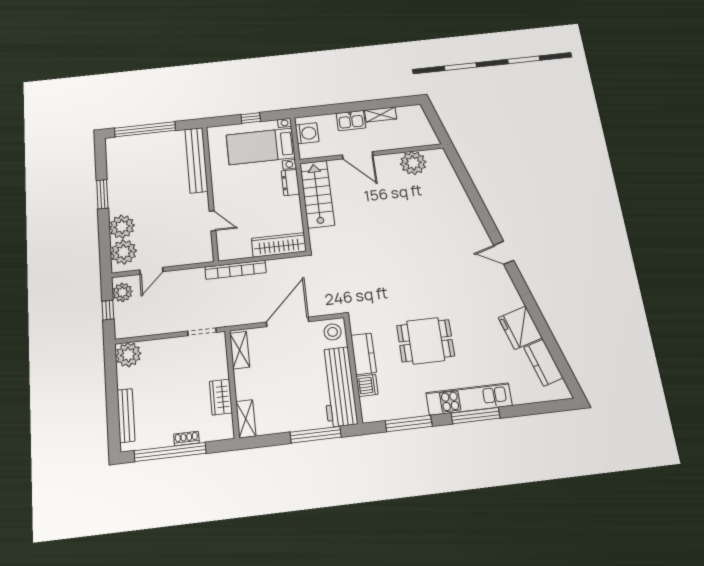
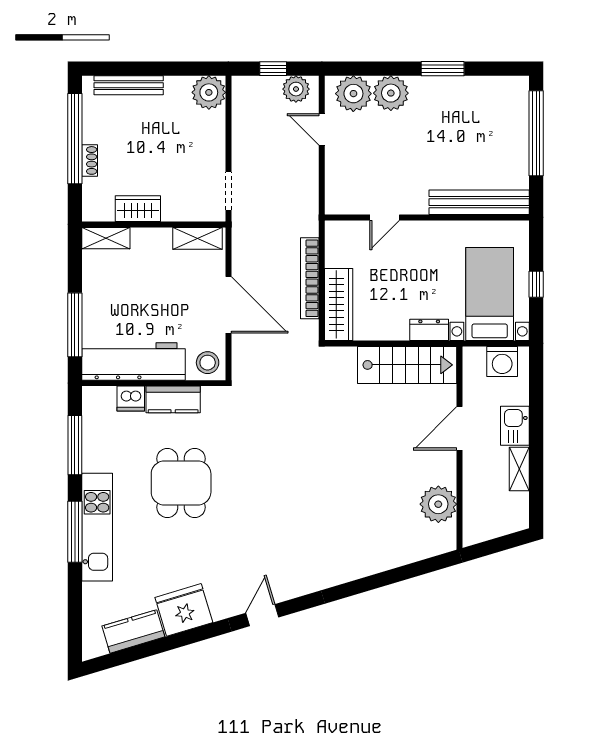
door: (504, 253) -> (262, 615), moved
bookcase: (236, 270) -> (310, 278), moved

